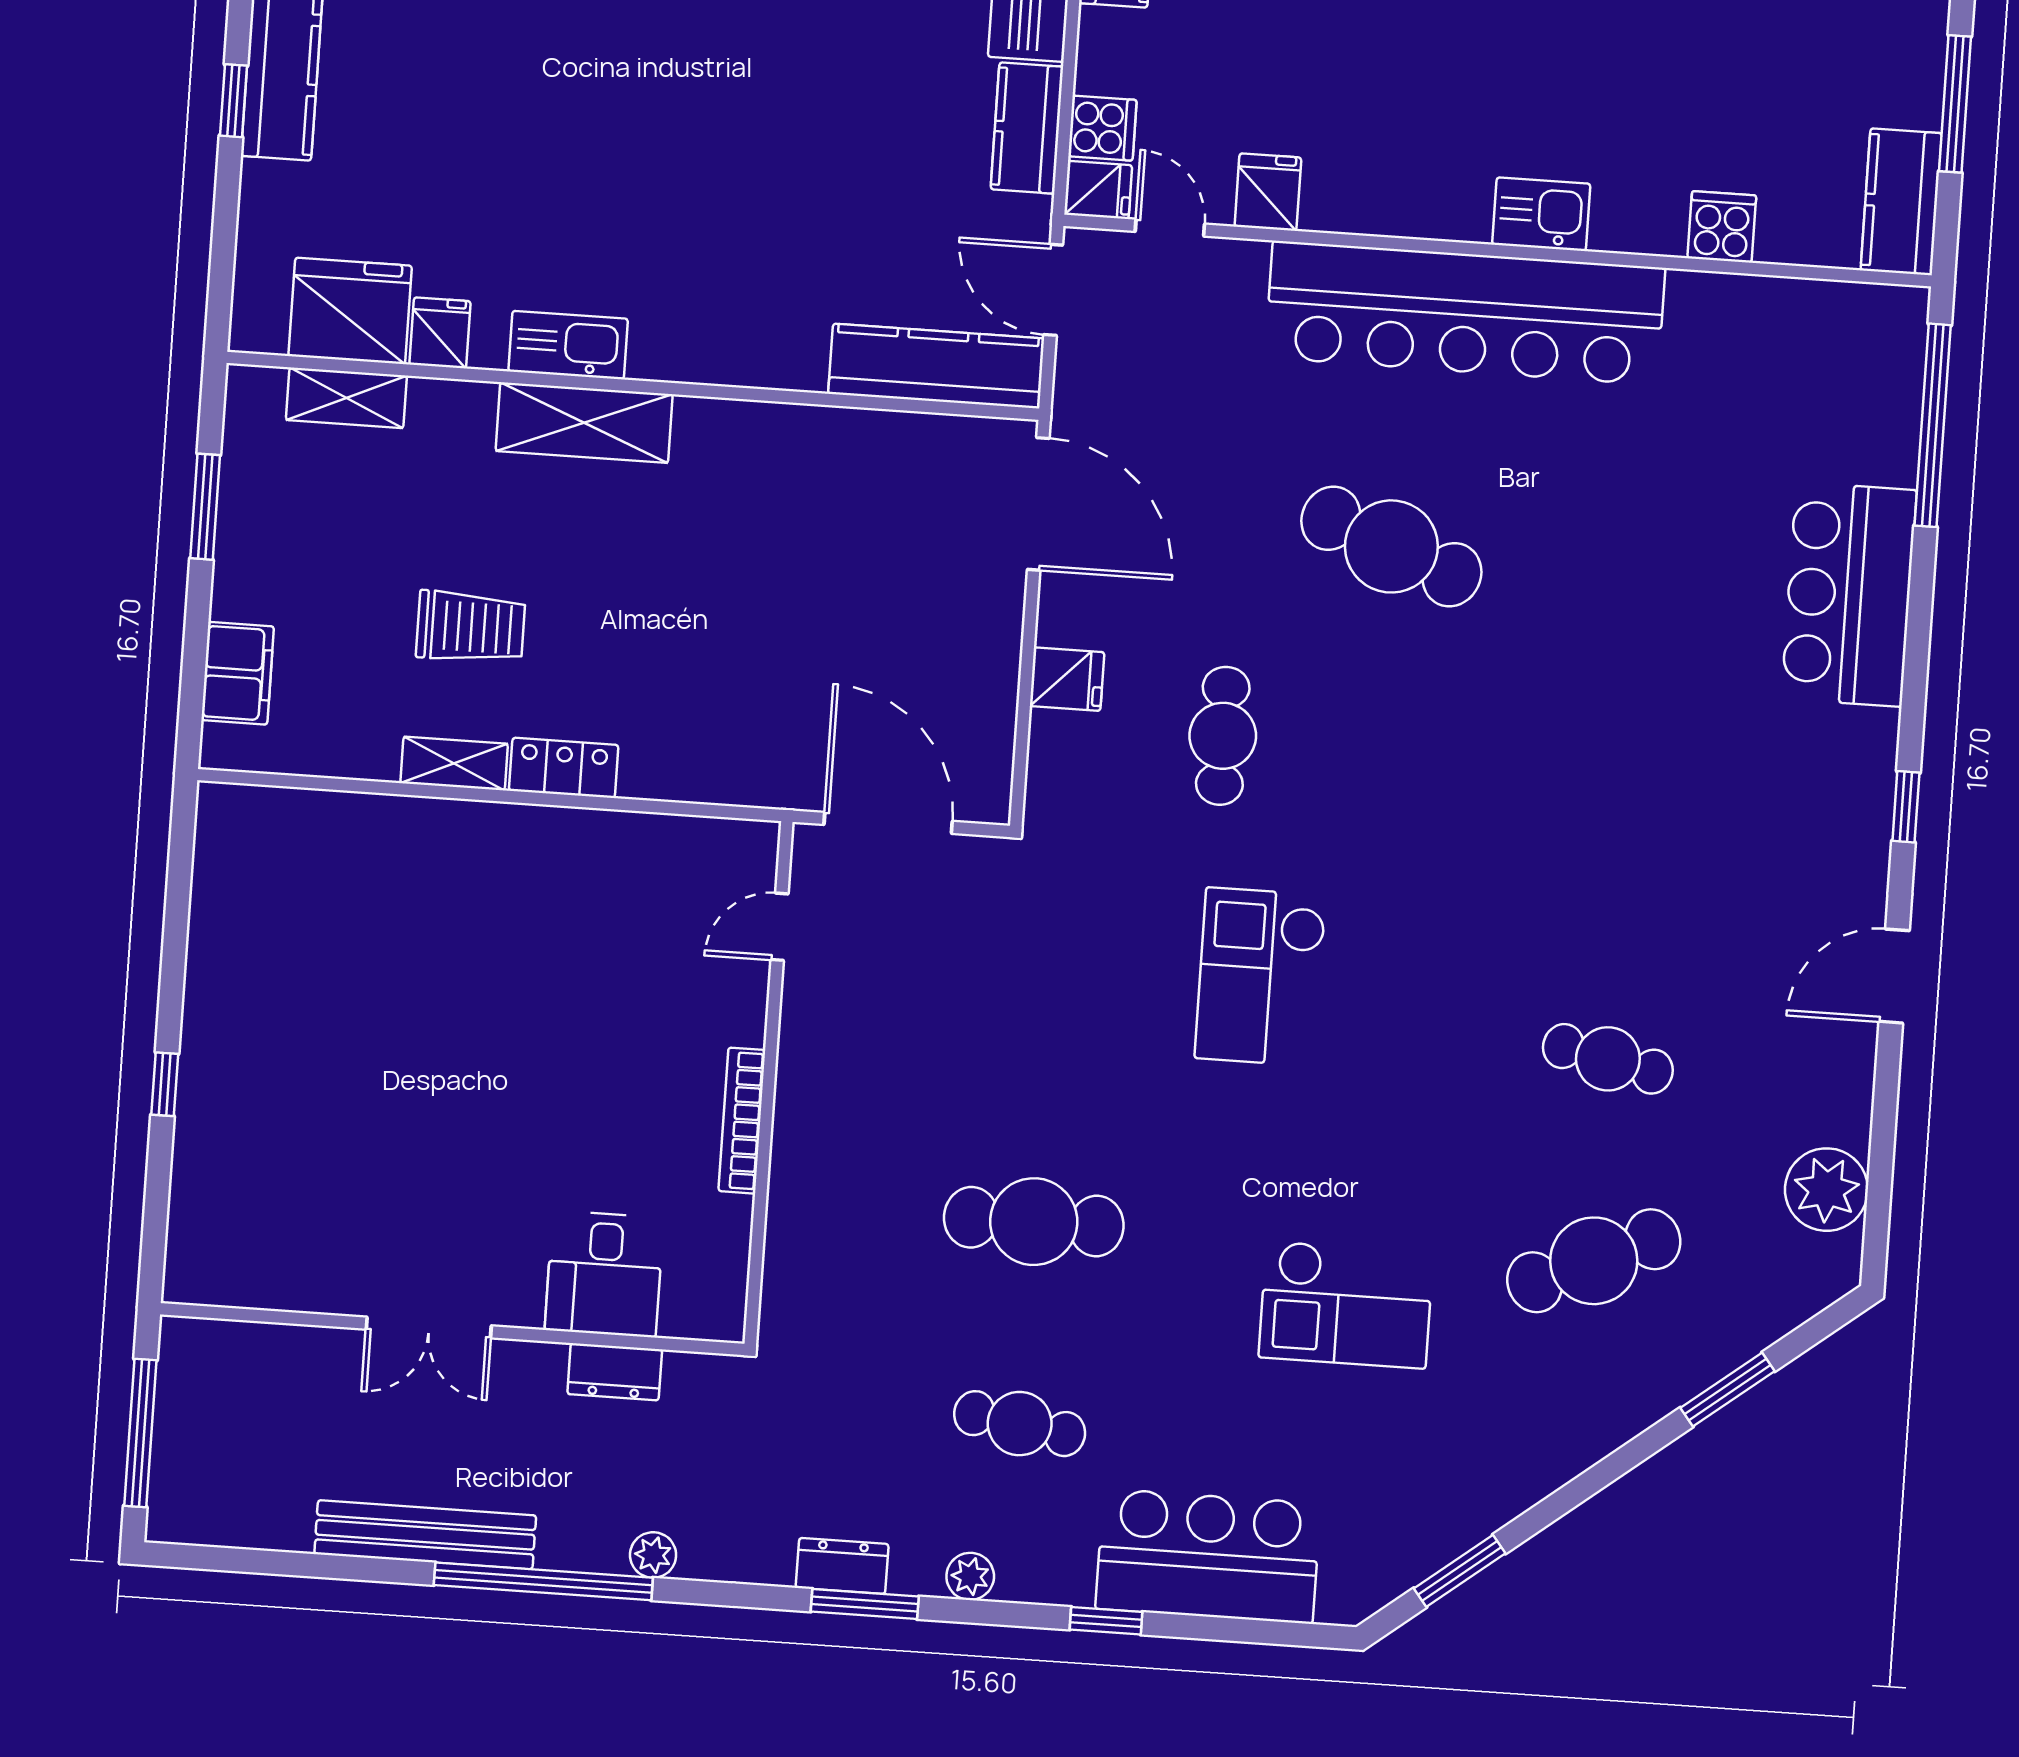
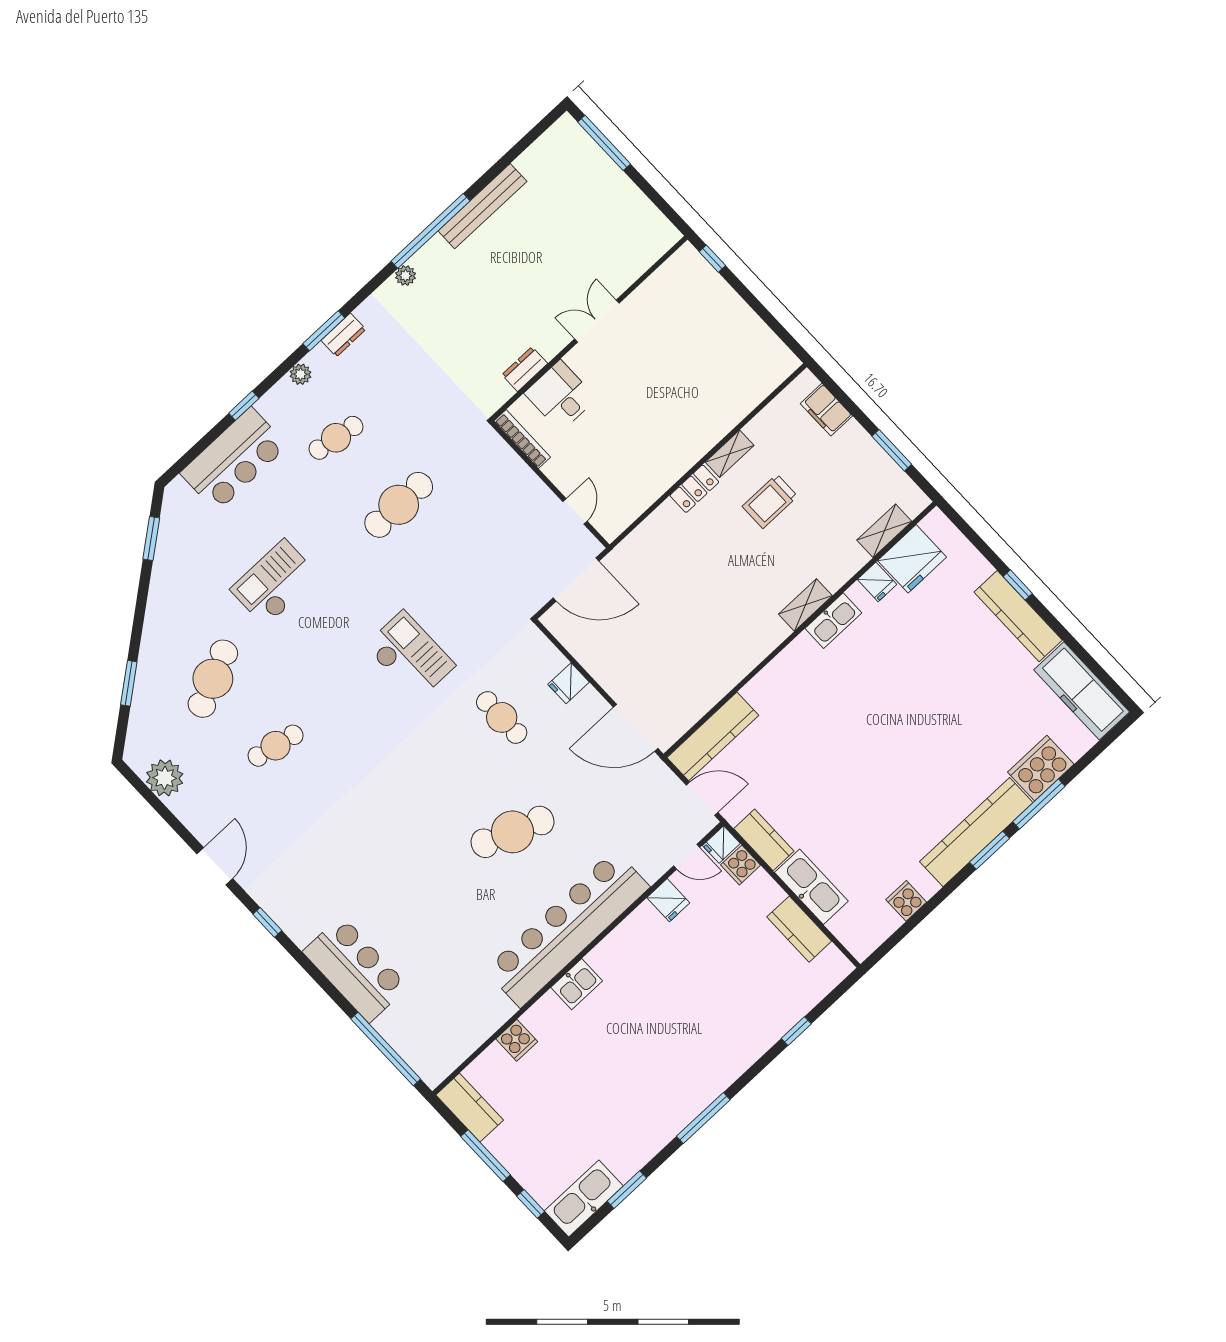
shelving: (584, 423) -> (805, 605), width x0.67, depth x0.75
desk: (604, 1274) -> (560, 396), moved
double door: (429, 1327) -> (597, 321), moved
wall: (452, 1329) -> (589, 328), moved
dresser: (615, 1372) -> (525, 369), moved

